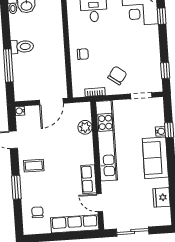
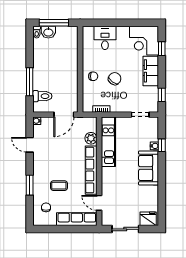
filing cabinet: (150, 43) -> (151, 71), added
toilet: (22, 47) -> (42, 96), moved
chair: (117, 75) -> (115, 79), moved
kitchen unit: (107, 141) -> (108, 142), width x0.73
coffee table: (34, 166) -> (59, 186), moved
row of seats: (89, 179) -> (91, 170), width x2.02
fridge: (162, 197) -> (148, 219), moved, turned 90

